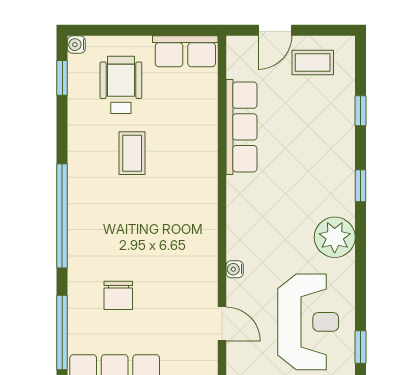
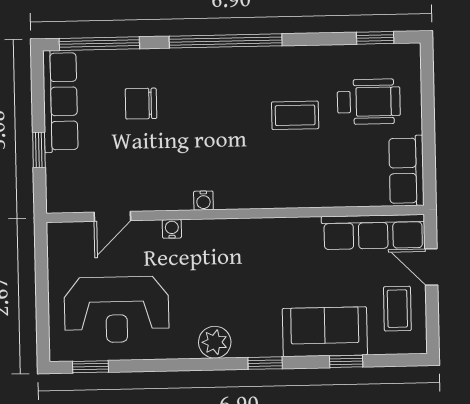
water cooler: (76, 45) -> (203, 201), moved, turned 180
row of seats: (241, 127) -> (373, 232), moved
sofa: (333, 130) -> (325, 332), added
plant: (335, 237) -> (215, 342), width x0.73, depth x0.73

